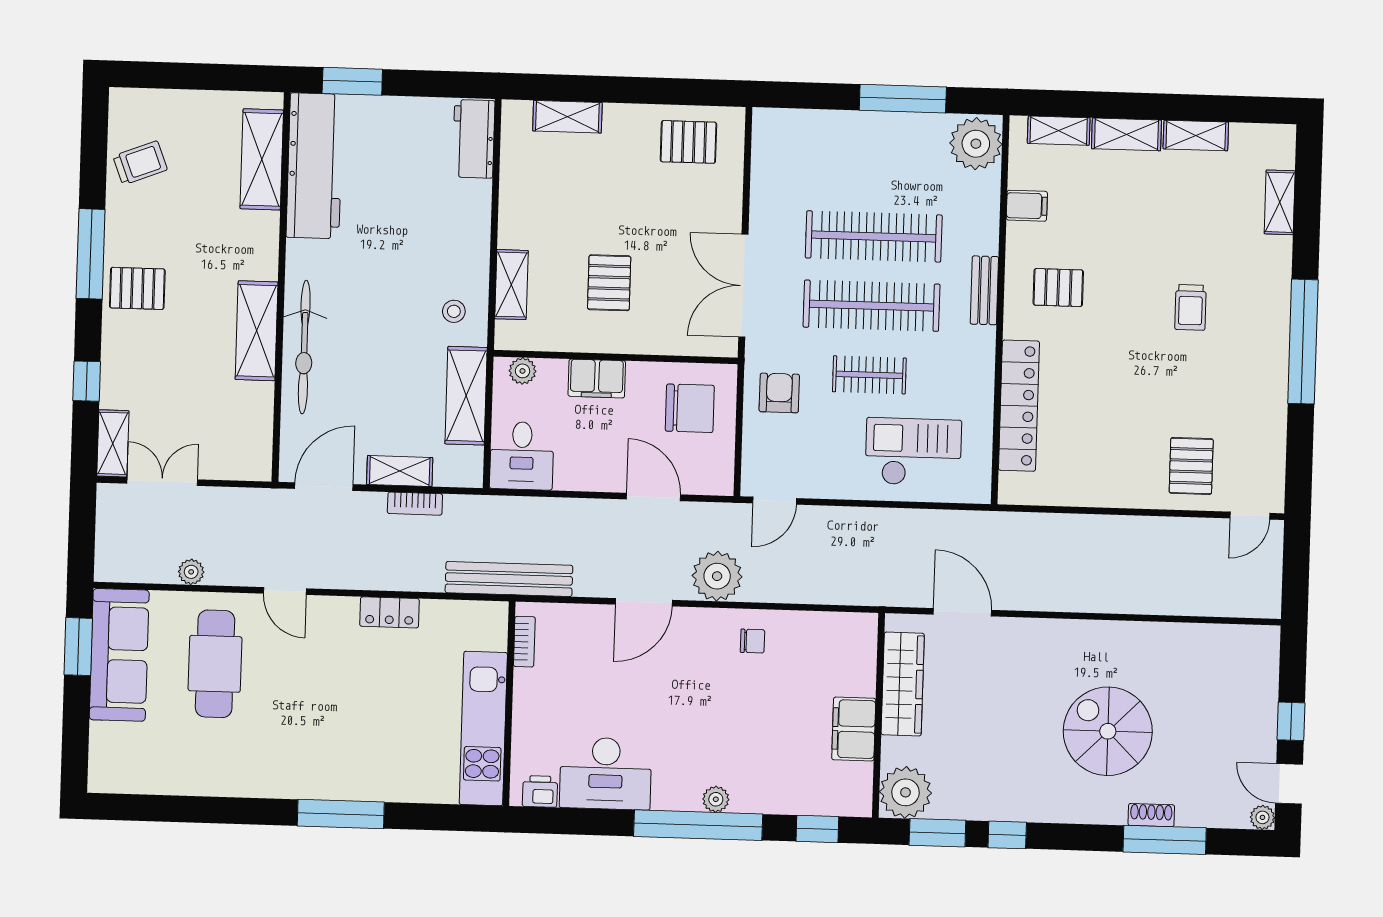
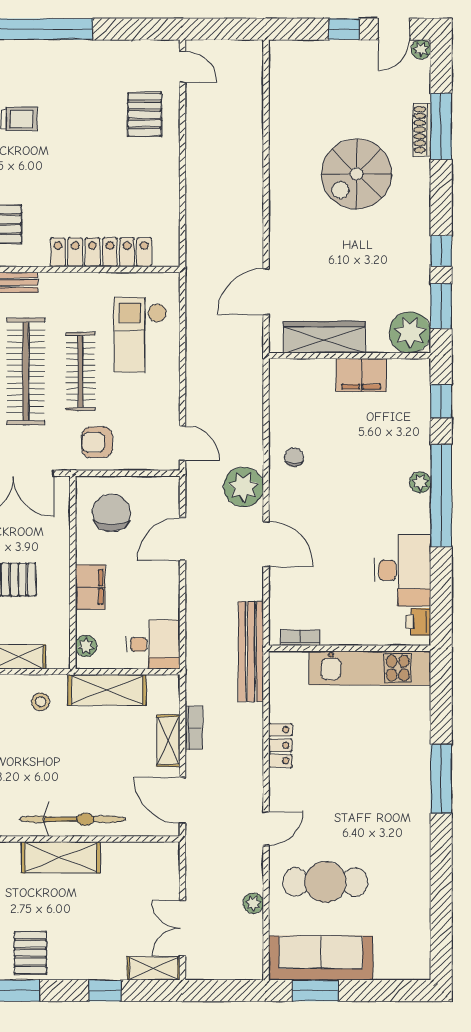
clothes rail: (869, 375) -> (81, 371), width x1.36
pallet: (1191, 466) -> (145, 115), turned 90
shoe rack: (1151, 815) -> (422, 130), width x1.43

